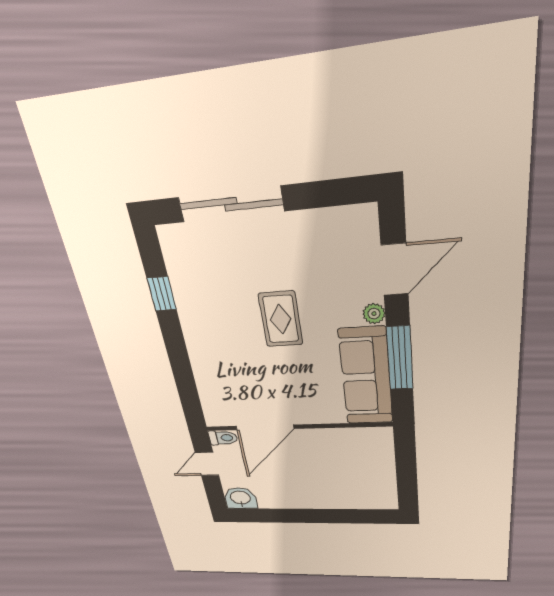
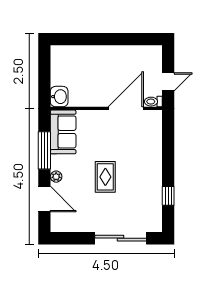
door: (395, 270) -> (44, 199), swing flipped
sofa: (366, 377) -> (63, 132), width x0.73
washbasin: (240, 498) -> (59, 97), moved, turned -90

